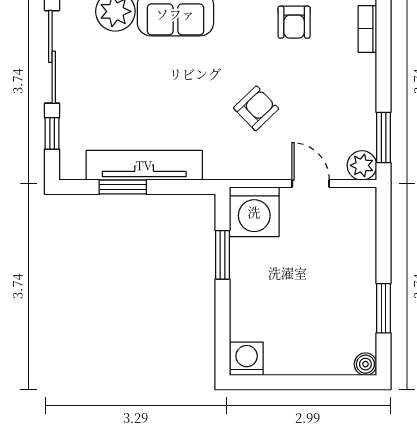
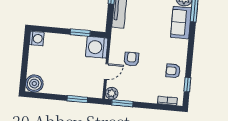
armchair: (256, 108) -> (132, 59), moved, turned -136
window: (384, 308) -> (77, 99), moved
boiler: (365, 364) -> (34, 84), width x1.86, depth x1.86

